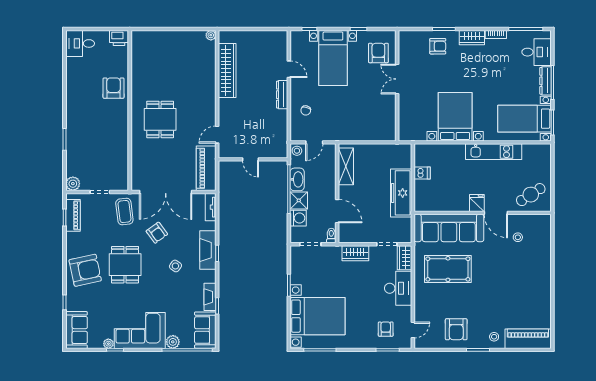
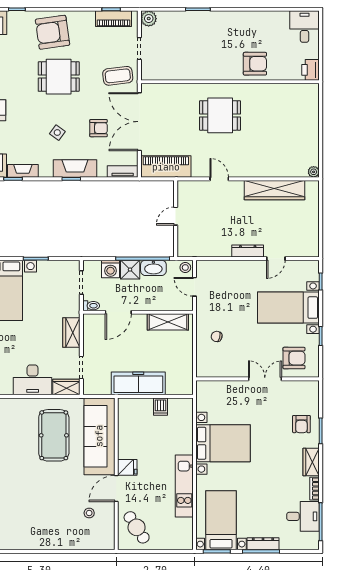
desk: (537, 52) -> (303, 516), moved, turned -90
chair: (306, 110) -> (217, 336), moved
door: (217, 135) -> (219, 179), moved
armchair: (157, 233) -> (99, 128), moved, turned -144
armchair: (85, 270) -> (52, 32), turned 94

